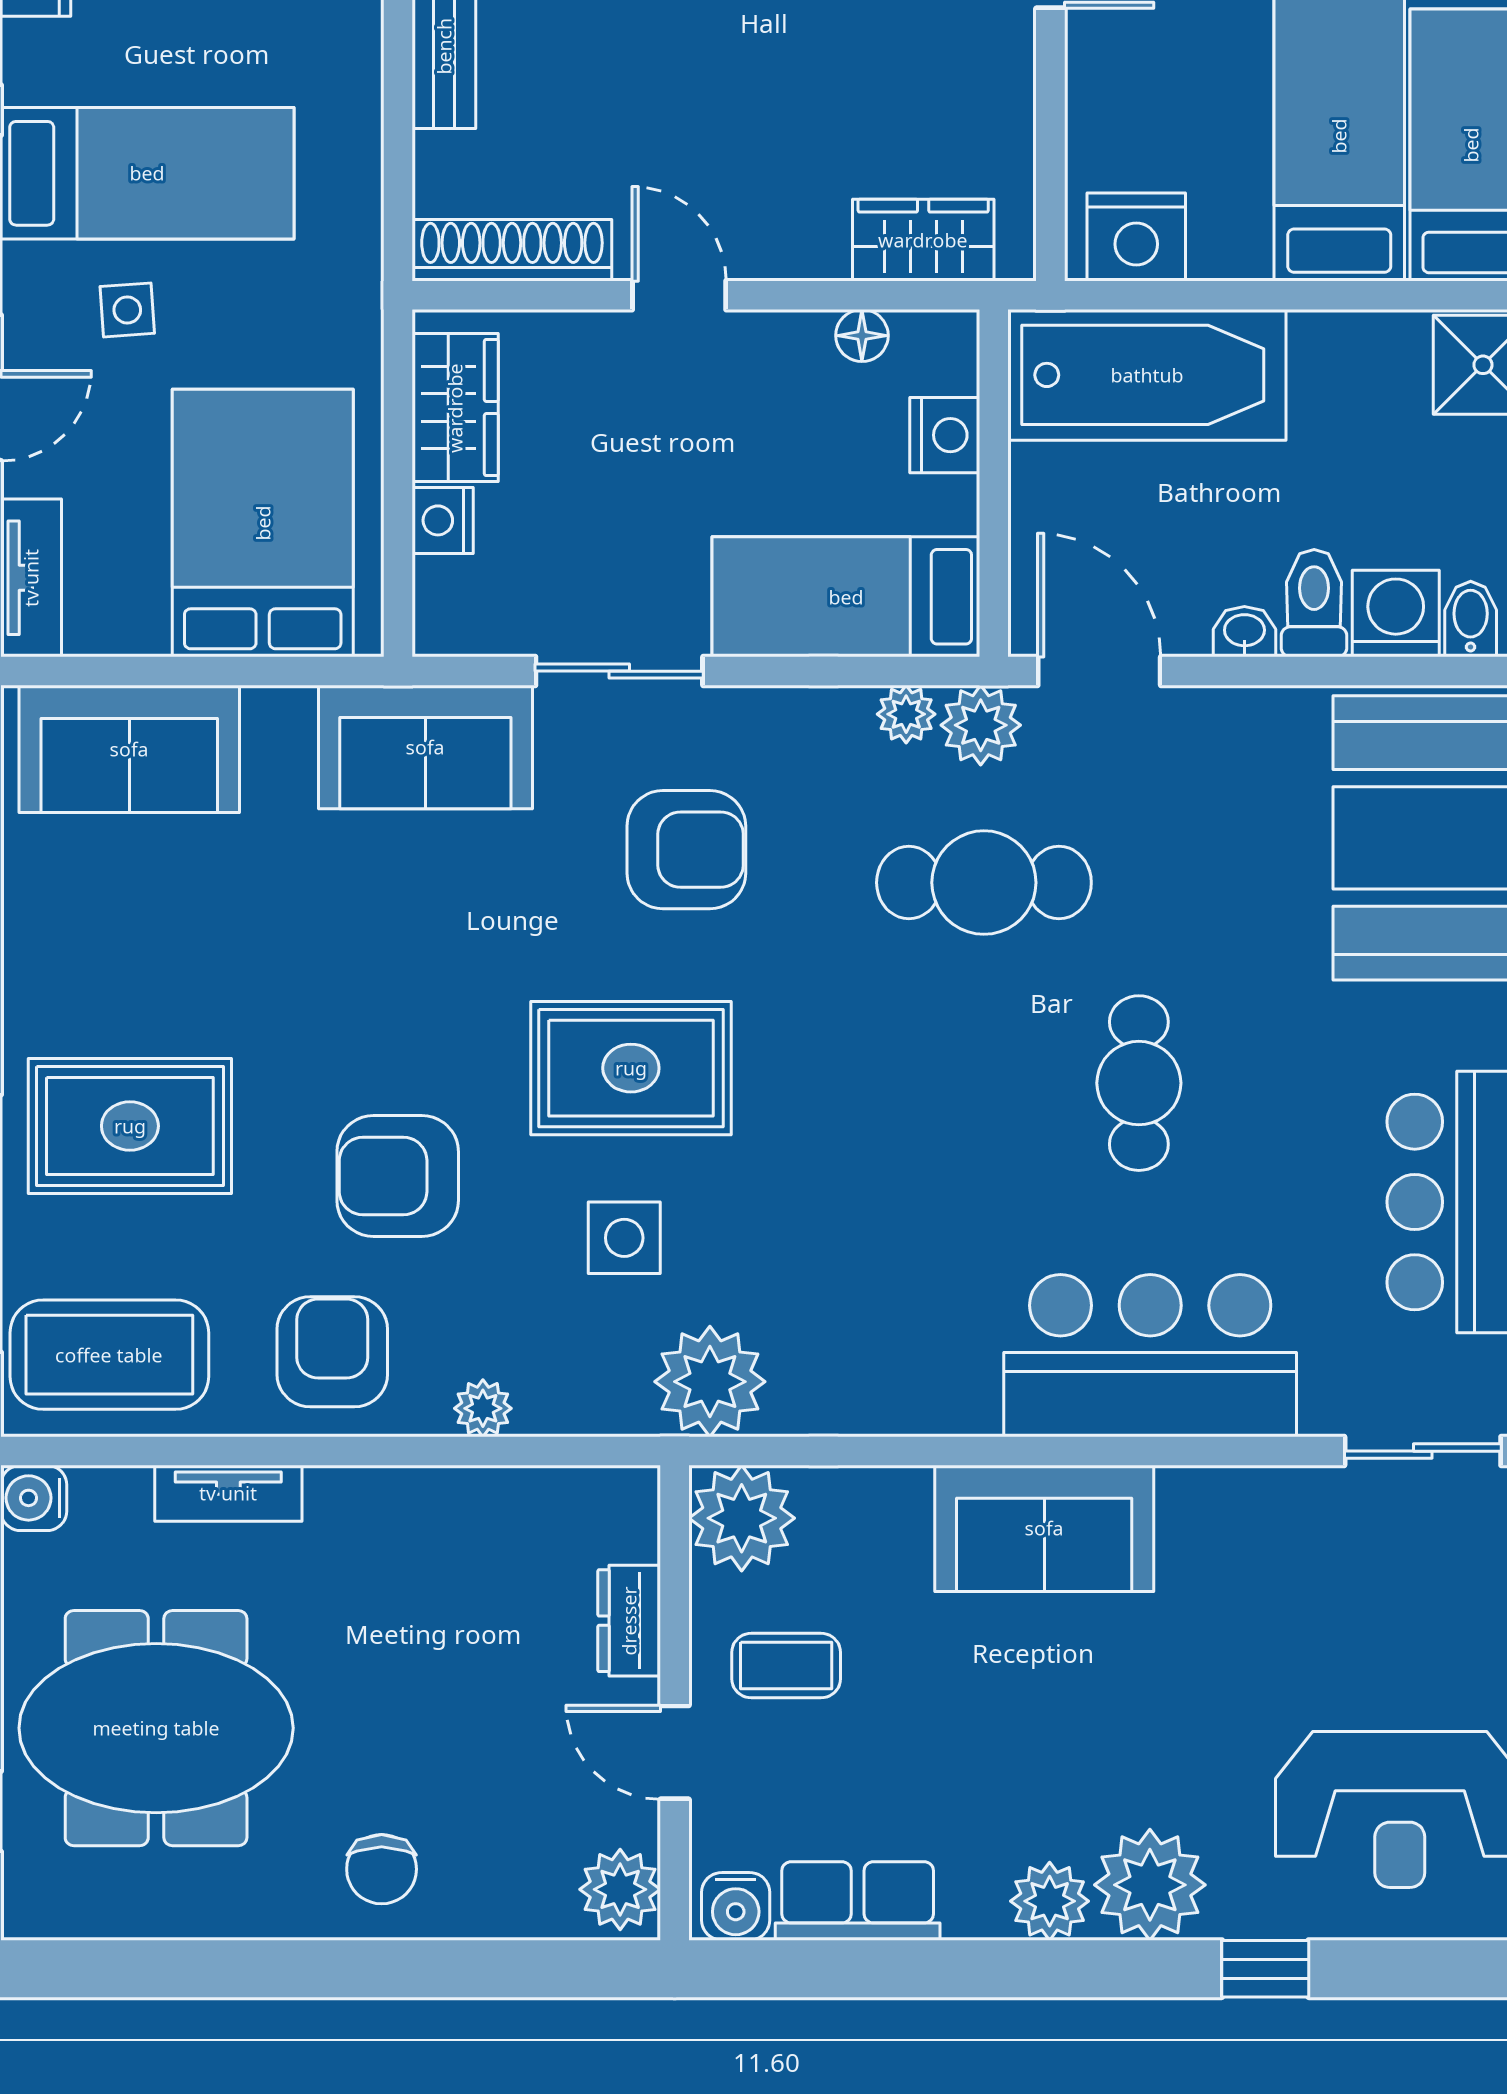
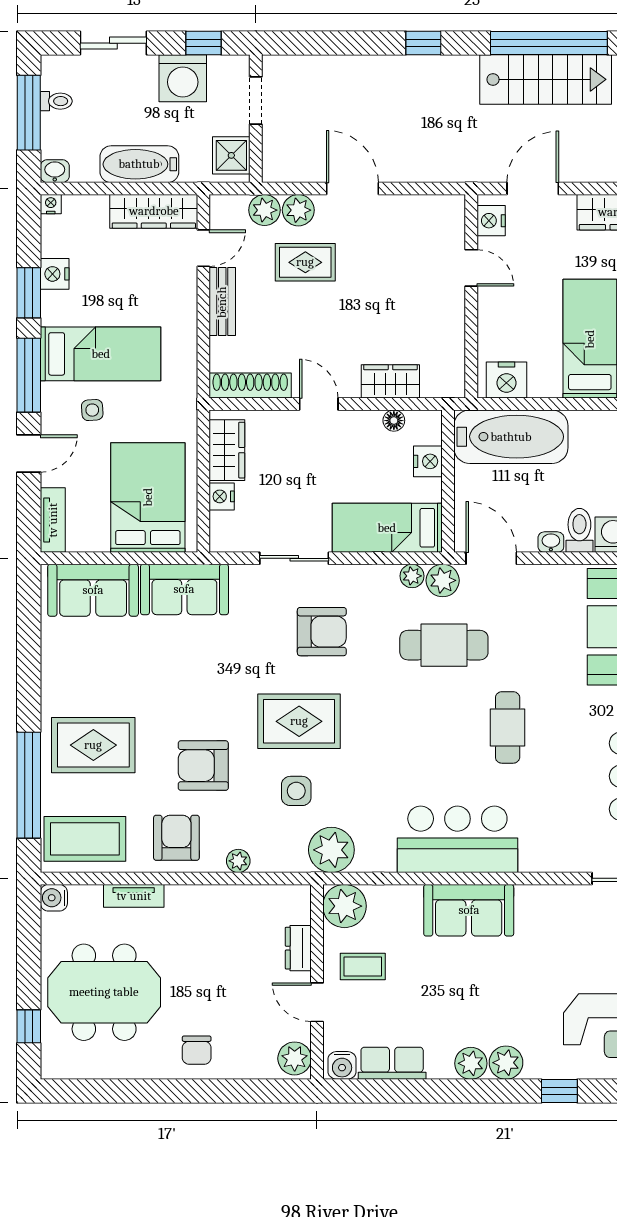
wardrobe: (923, 240) -> (390, 381), moved
sofa: (425, 747) -> (184, 589), moved
bar counter: (1150, 1356) -> (457, 839), moved
plant: (1150, 1885) -> (506, 1063), width x0.73, depth x0.73

